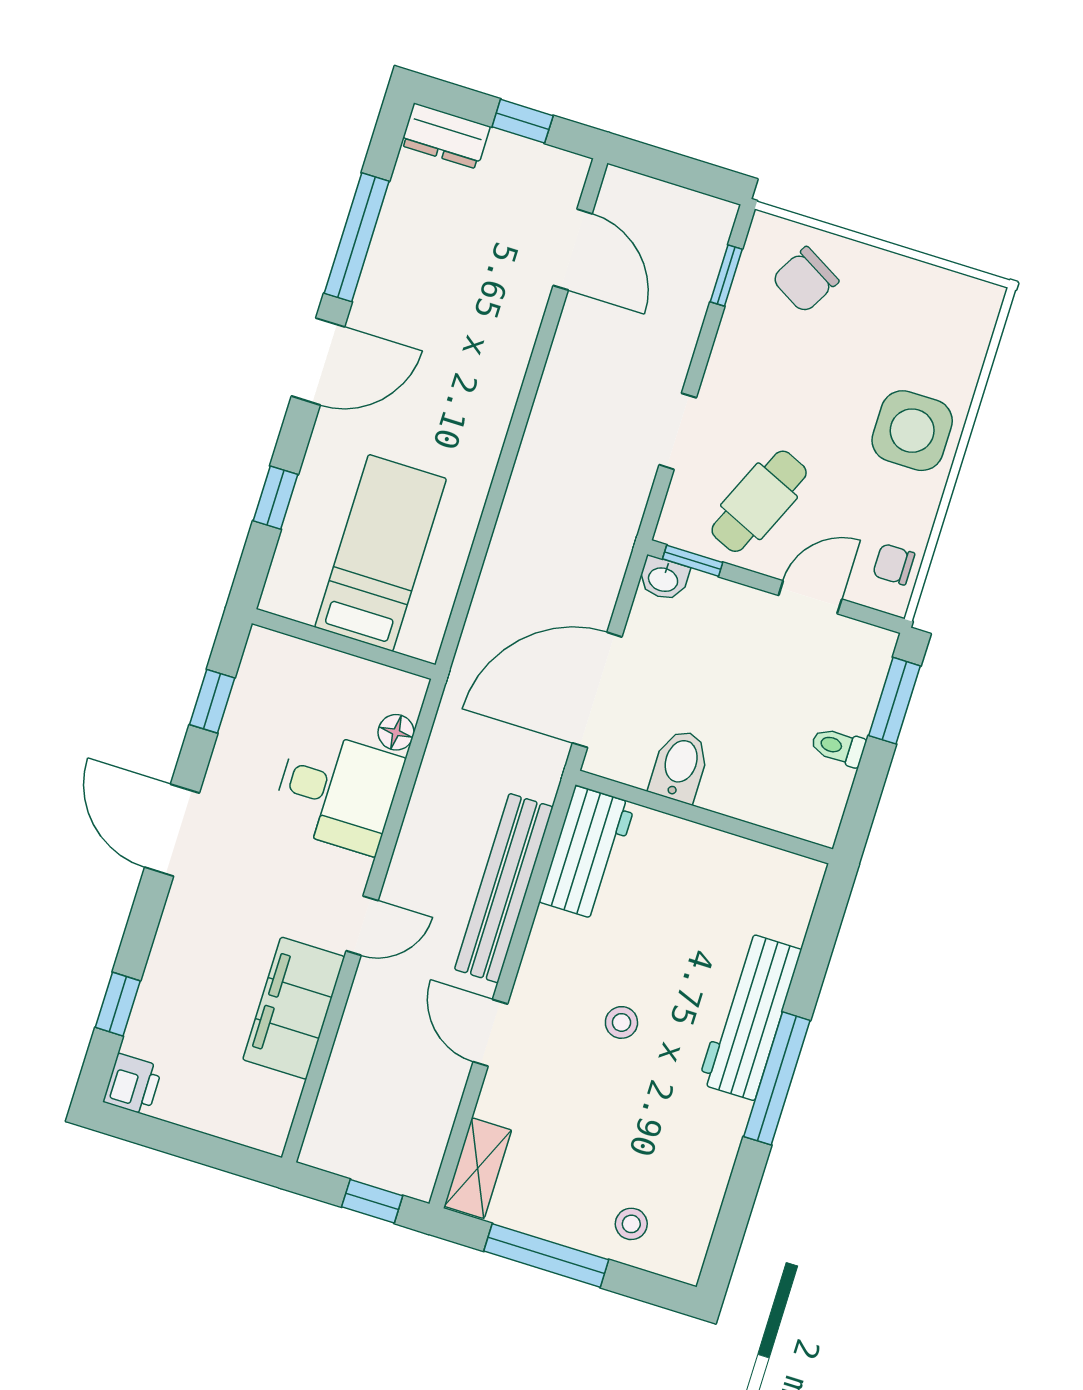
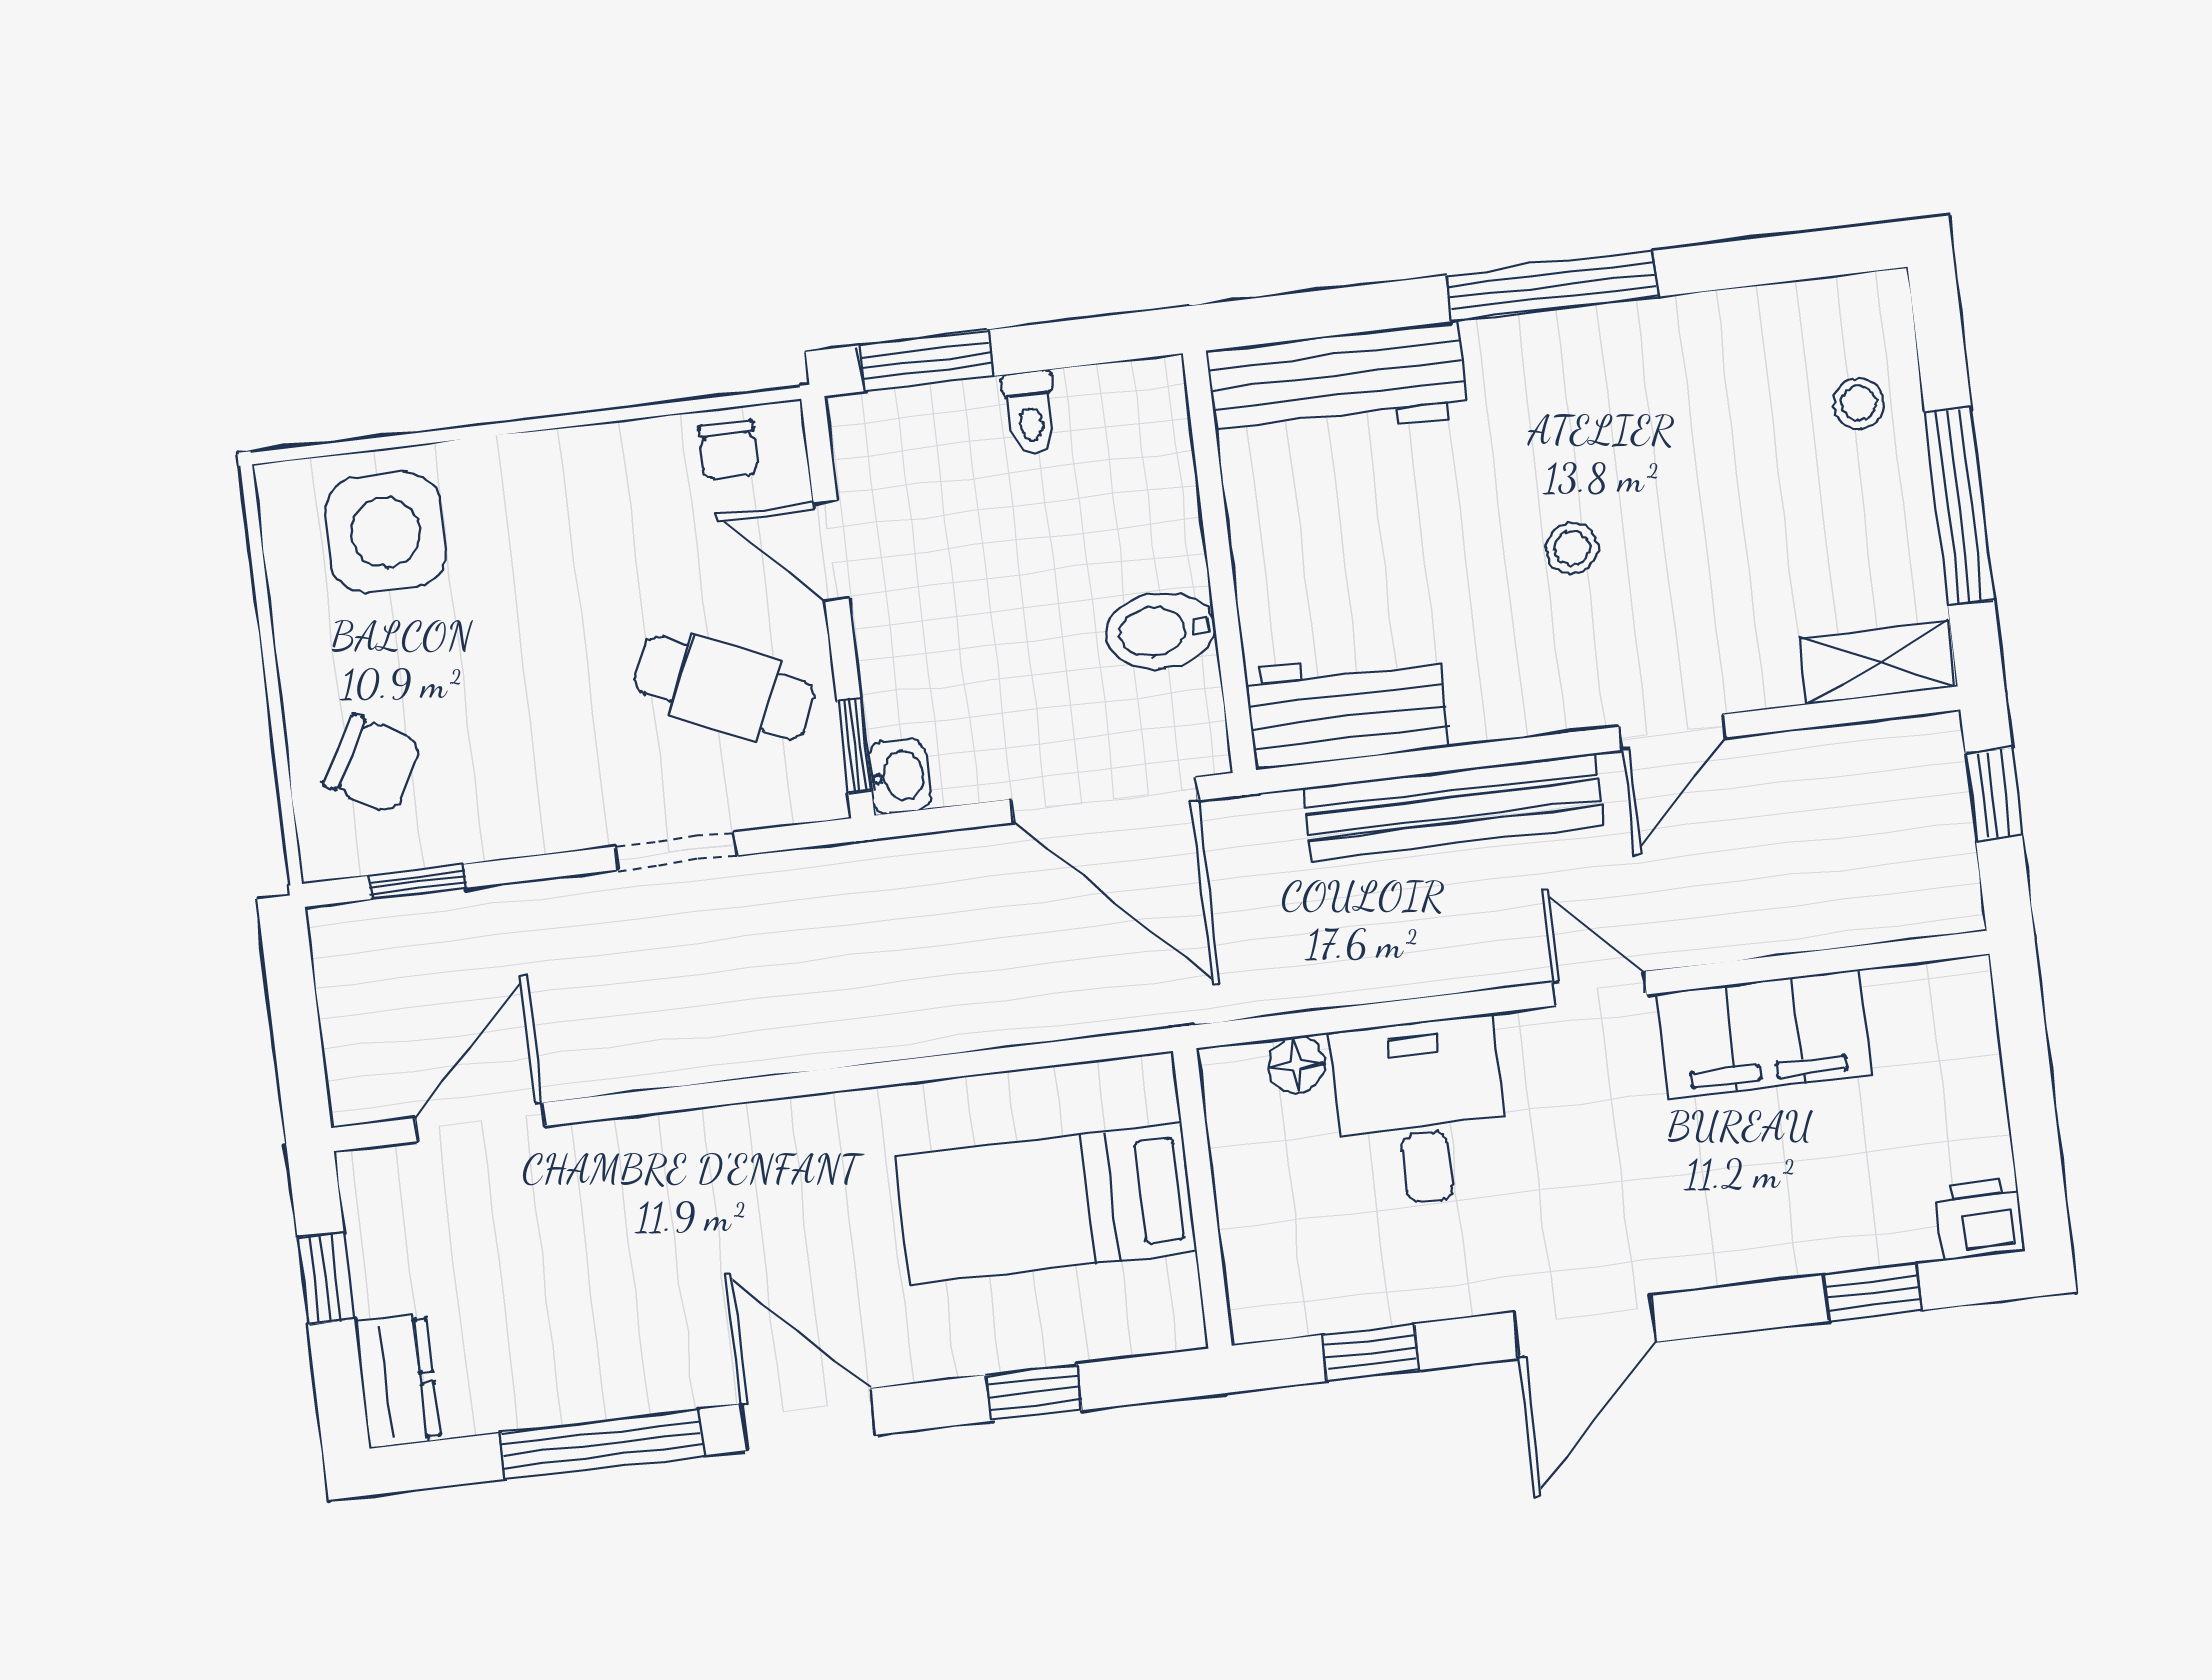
side table: (912, 431) -> (386, 532), moved
workbench: (750, 1016) -> (1337, 383), moved

